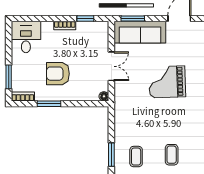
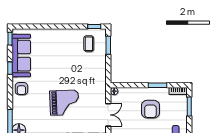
double door: (111, 66) -> (108, 115), swing flipped
armchair: (58, 74) -> (150, 109), turned 90
coffee table: (172, 155) -> (61, 45), removed

